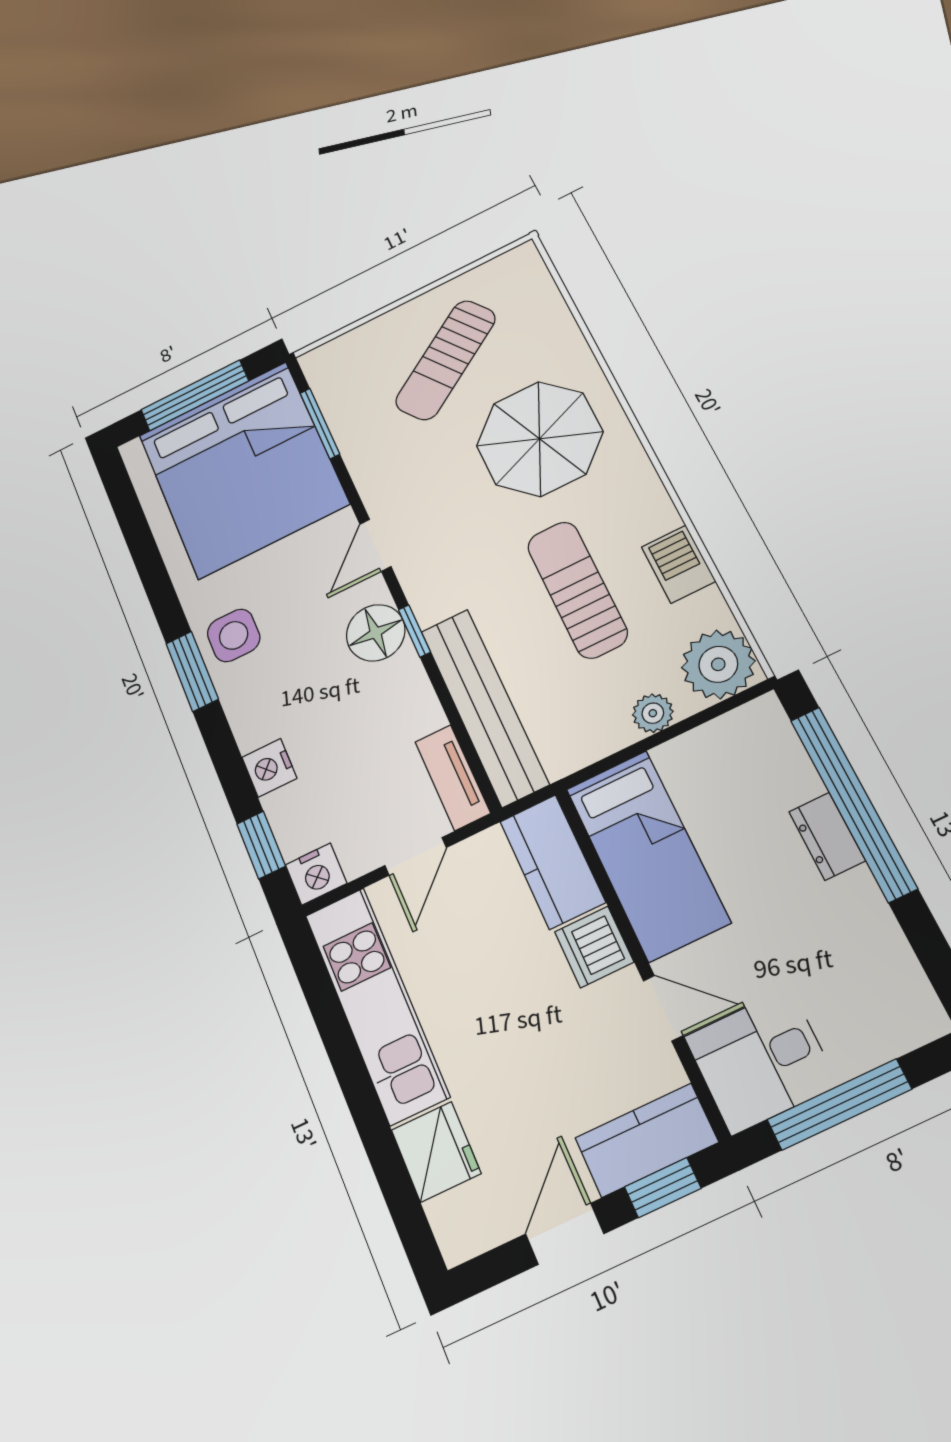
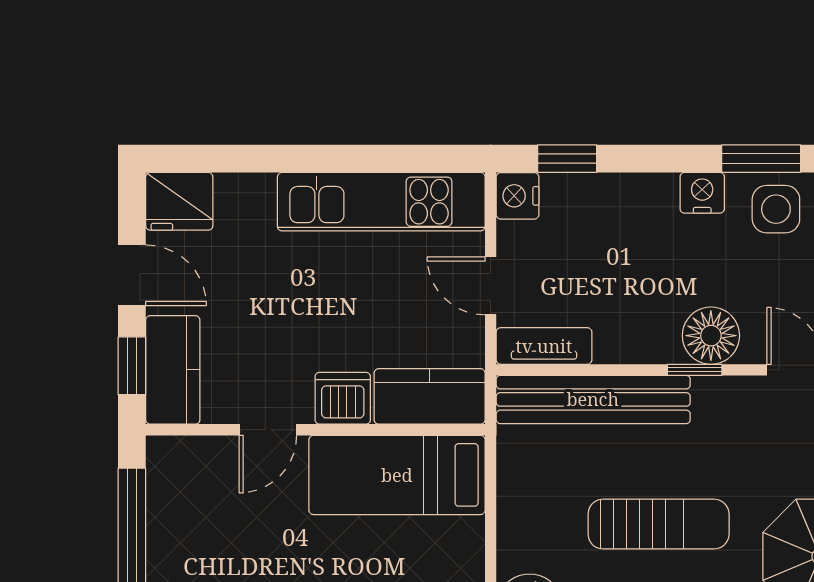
plant: (653, 713) -> (515, 535), removed
nightstand: (269, 768) -> (702, 193), moved
desk: (761, 1061) -> (192, 485), removed
fridge: (436, 1152) -> (179, 201), moved

